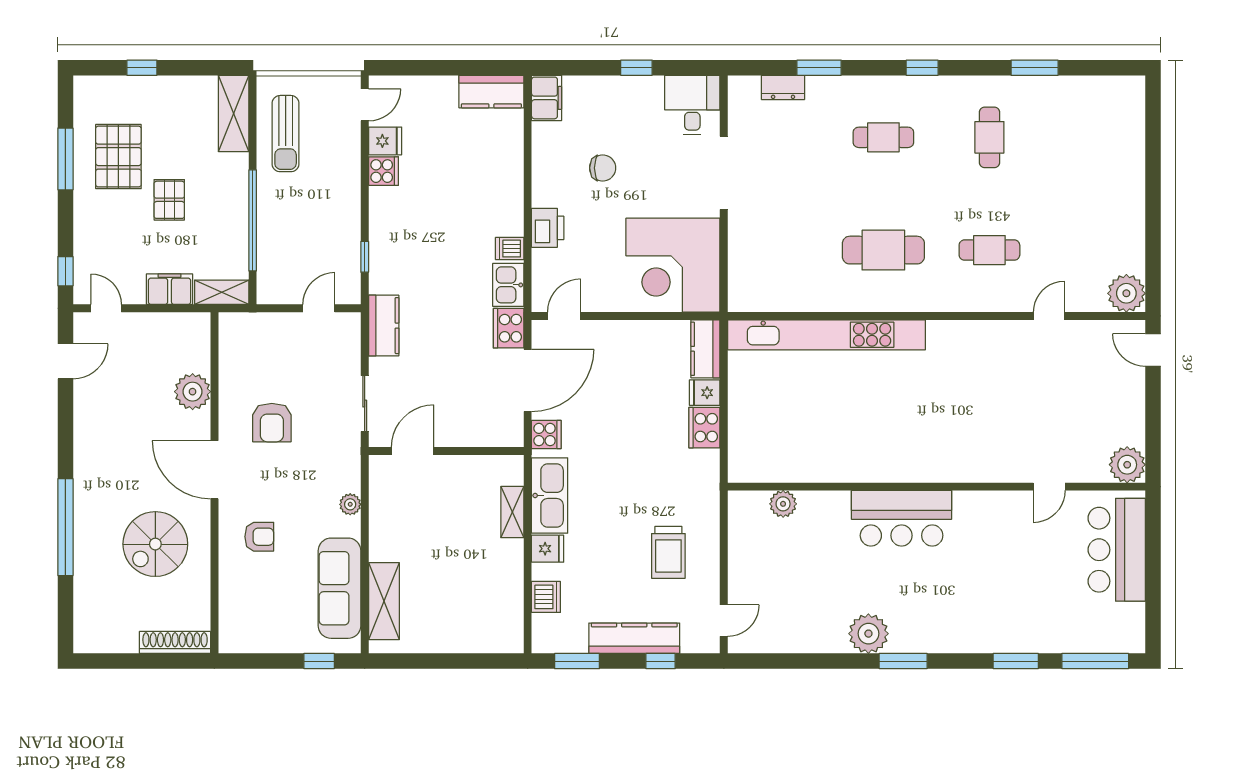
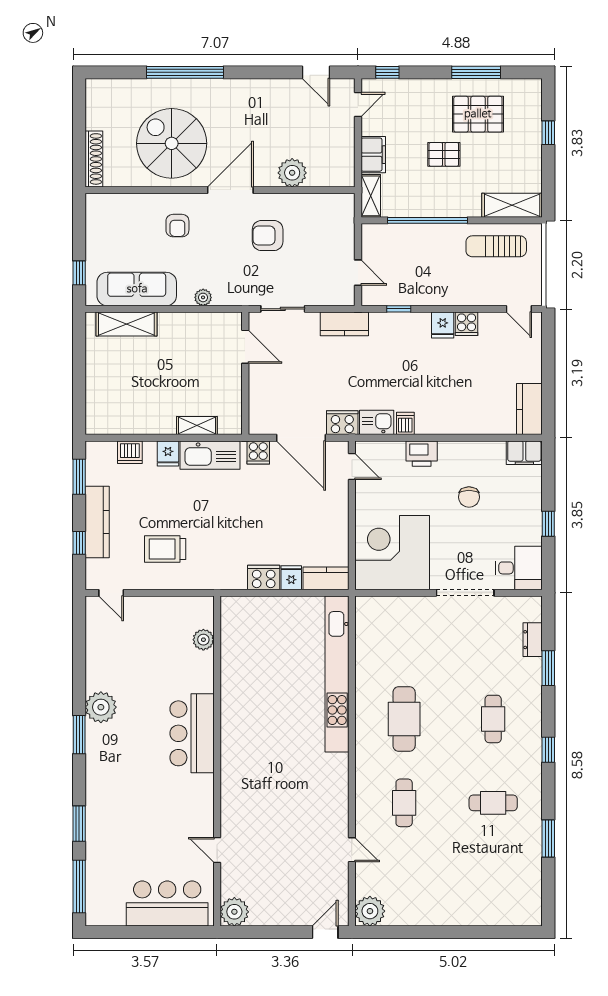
fridge: (385, 141) -> (443, 325), moved
spiral stairs: (155, 544) -> (172, 143), width x1.37, depth x1.37

